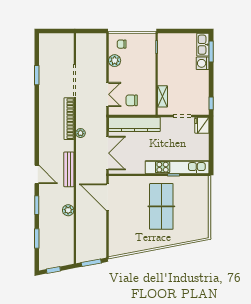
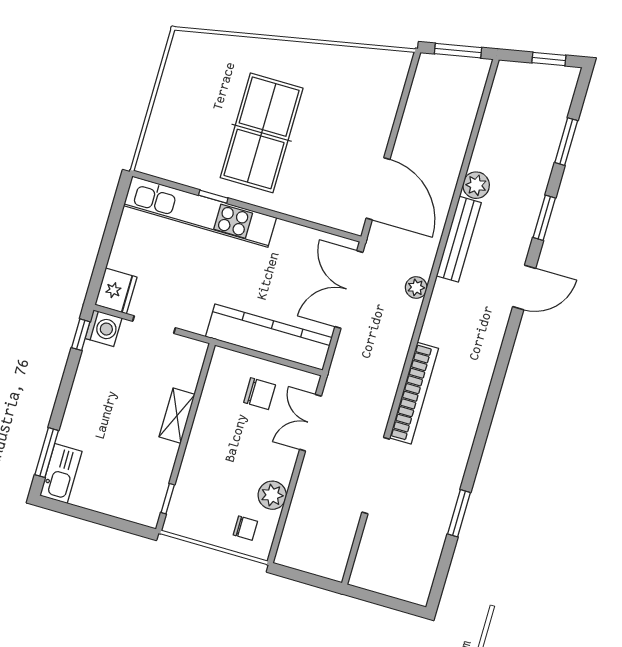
washing machine: (203, 63) -> (103, 328), moved
shelving: (163, 96) -> (177, 416), moved
plant: (80, 133) -> (416, 287), moved
bench: (69, 169) -> (459, 239), moved
door: (37, 174) -> (524, 287), swing flipped

